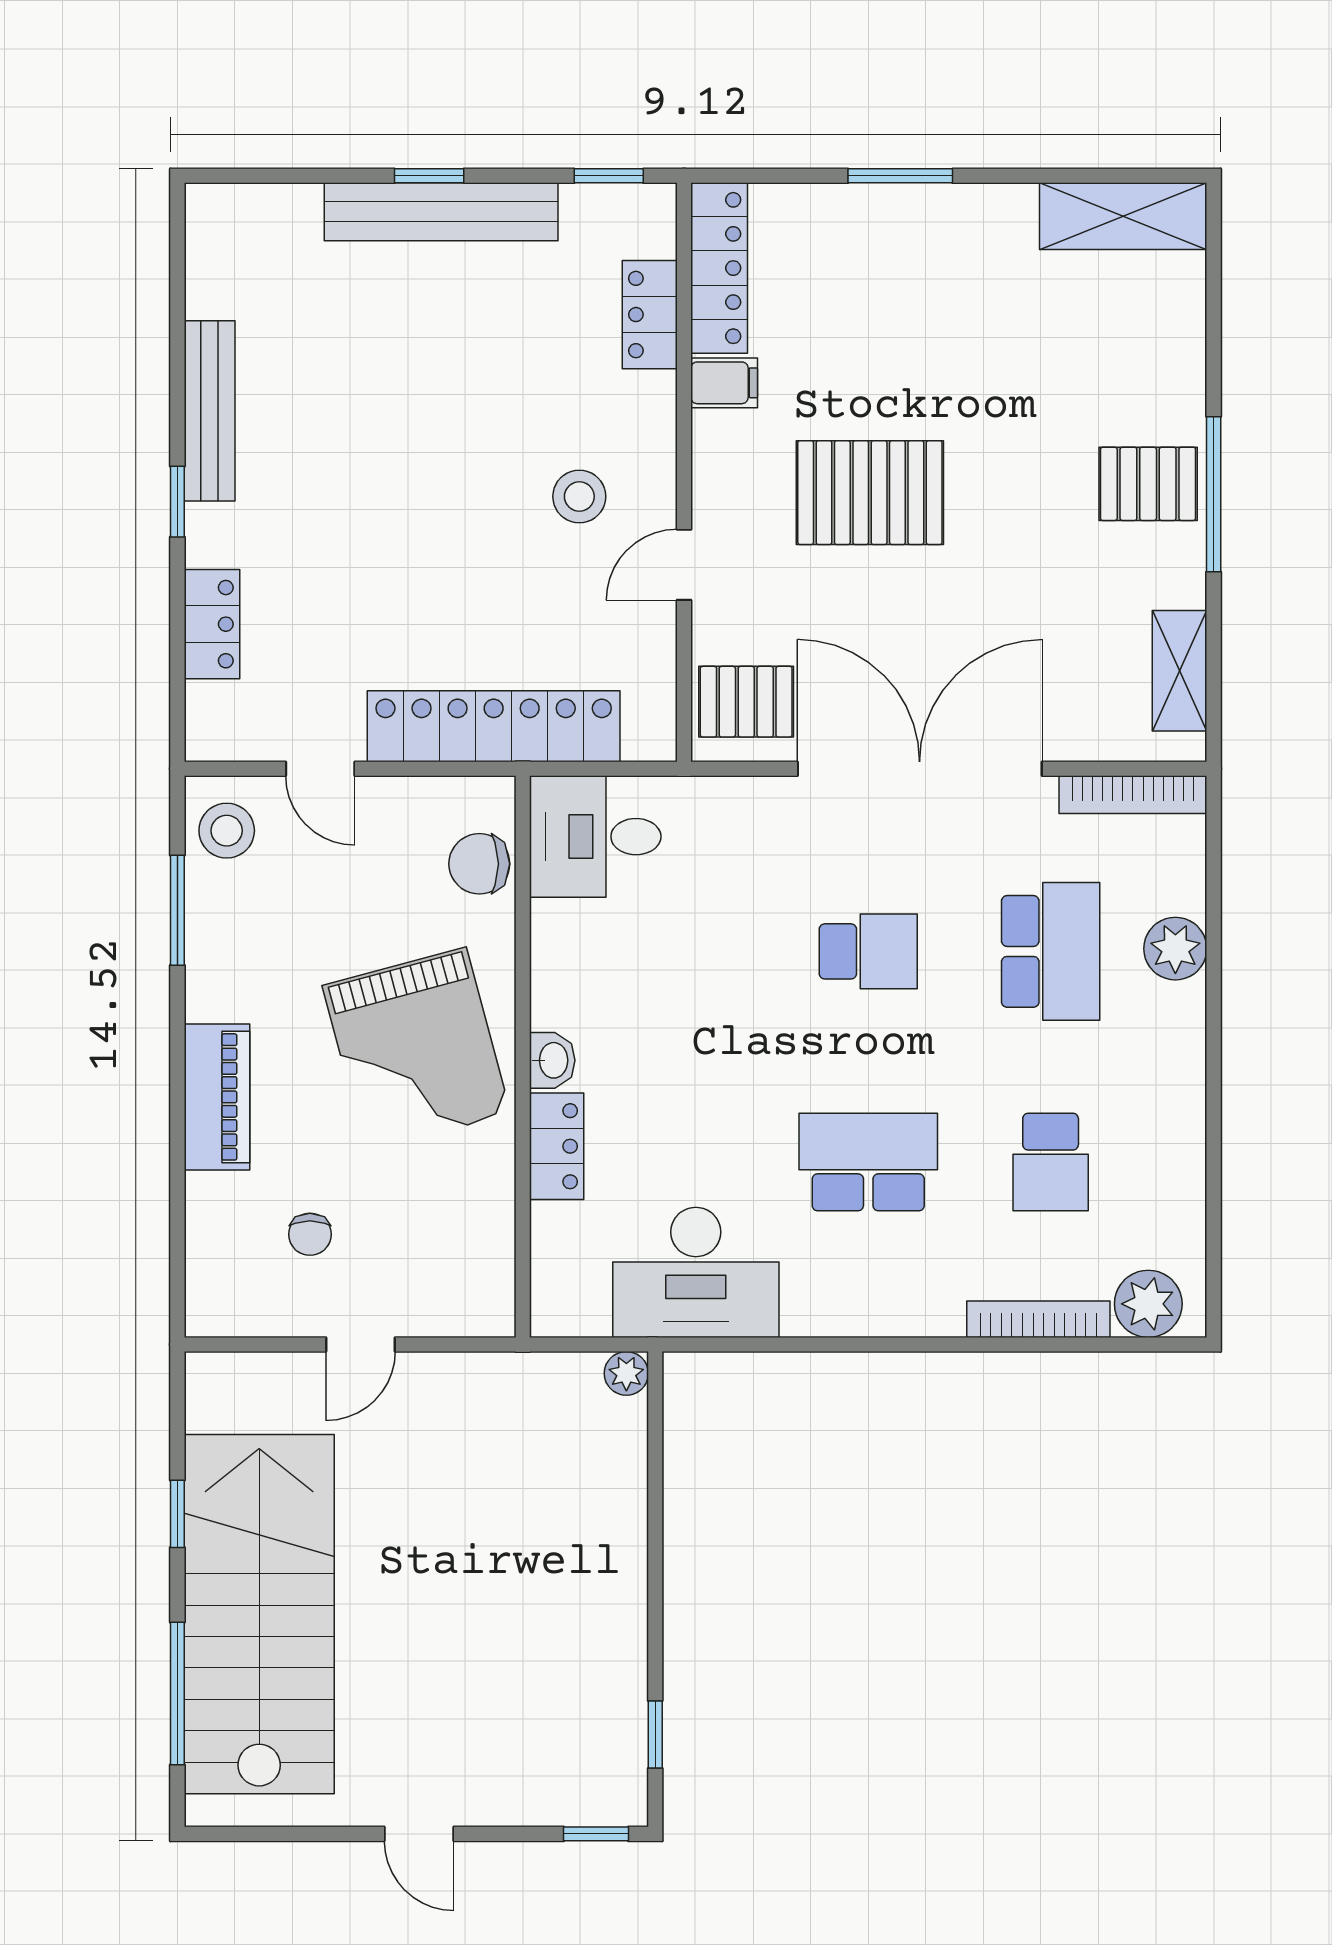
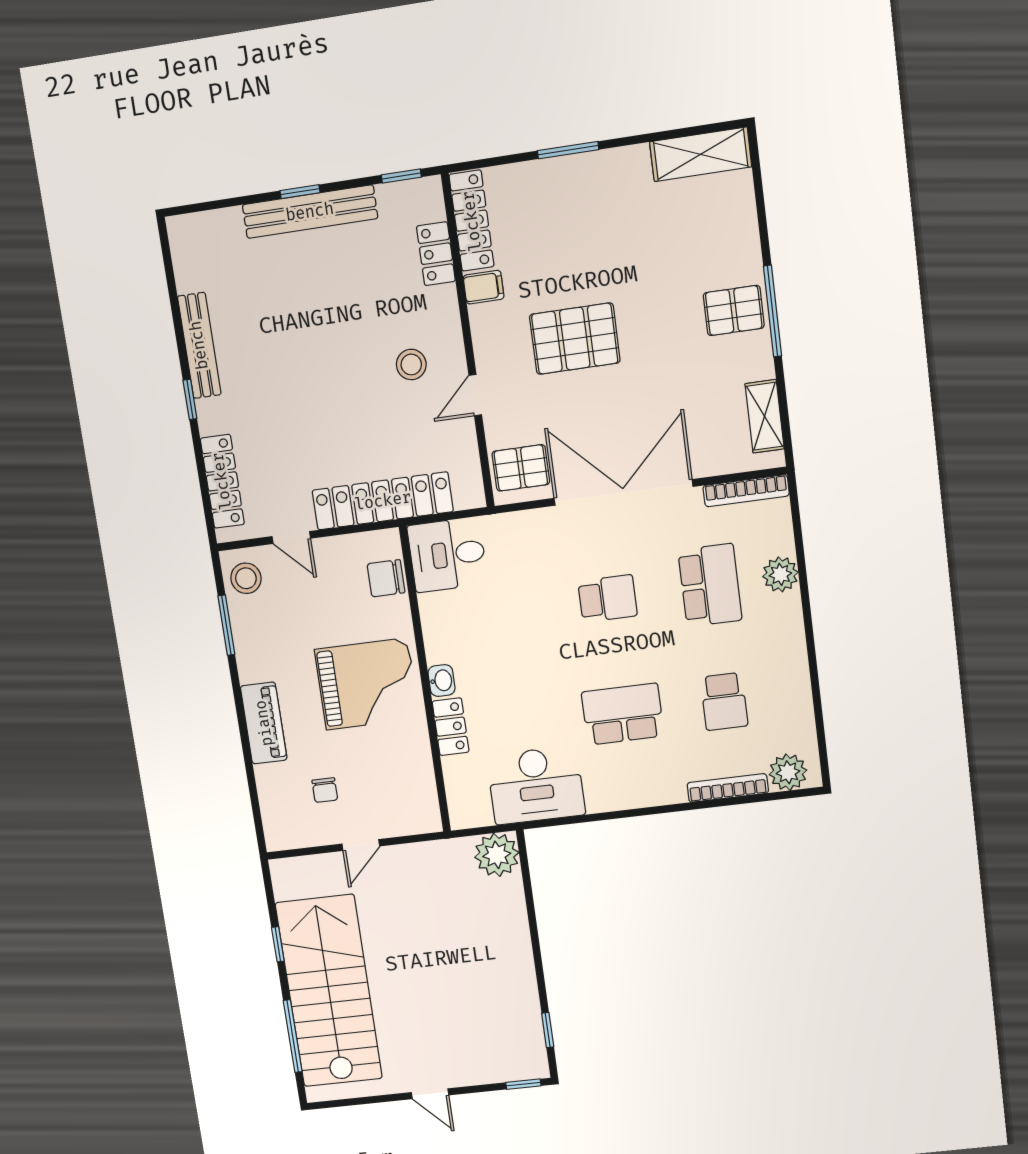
locker: (212, 624) -> (222, 481), width x1.53
grand piano: (416, 1049) -> (367, 684), turned -75
plant: (626, 1373) -> (497, 855), width x1.88, depth x1.88

